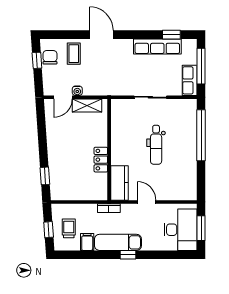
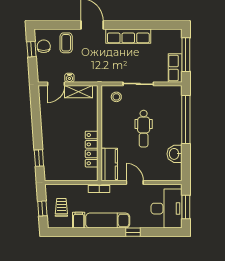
window: (171, 35) -> (158, 25), removed
row of seats: (157, 47) -> (128, 36), moved
stool: (127, 111) -> (116, 97), added
locker: (101, 160) -> (92, 149), width x1.53
washbasin: (189, 172) -> (175, 154), added
window: (128, 255) -> (133, 232), moved

